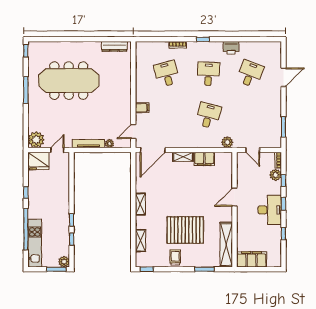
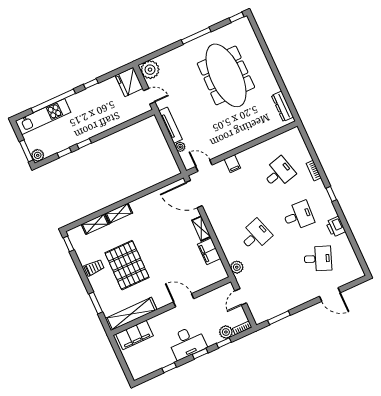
desk: (208, 115) -> (255, 235), turned -33
shelving: (140, 204) -> (119, 213), moved
filing cabinet: (251, 259) -> (135, 335), moved, turned 90

